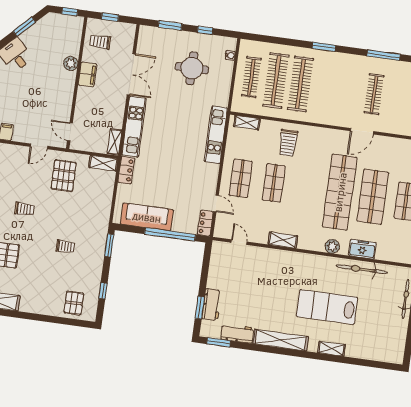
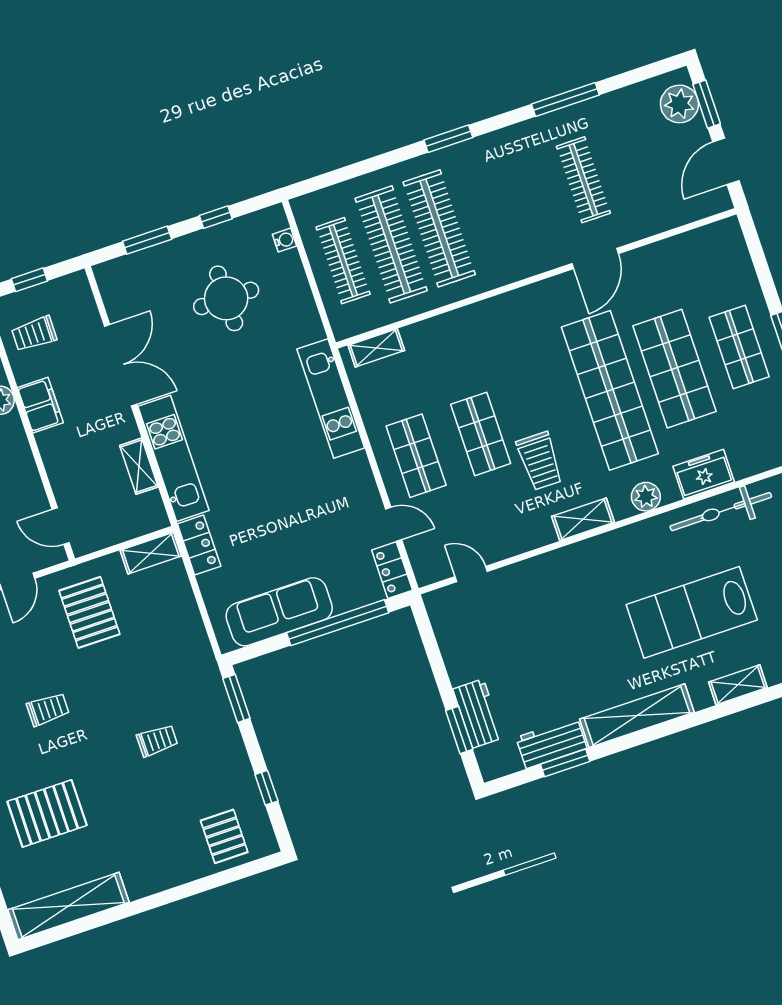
shelving: (115, 142) -> (139, 466), moved
trolley: (288, 143) -> (540, 461), moved
shelving: (283, 240) -> (583, 519), moved
window: (219, 342) -> (565, 763), moved

